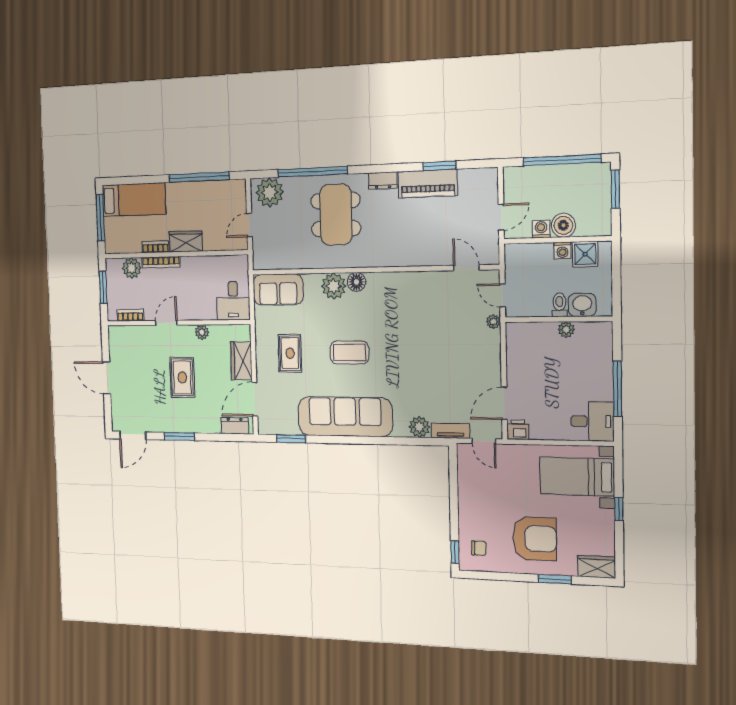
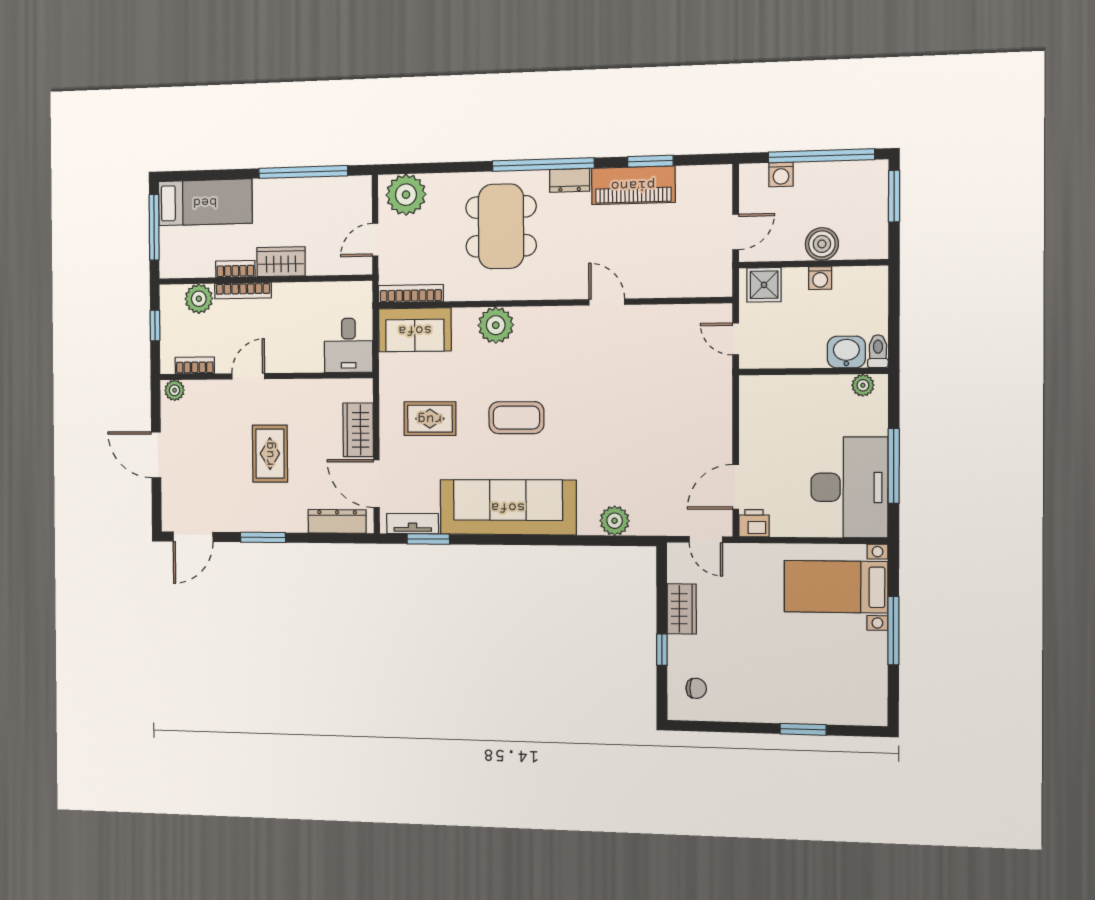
window: (313, 172) -> (543, 165), moved
washing machine: (541, 229) -> (781, 175), moved, turned 180
shower: (585, 254) -> (764, 285), moved
bookcase: (275, 264) -> (411, 294), added
door: (466, 268) -> (607, 302), moved
floor lamp: (356, 282) -> (529, 320), removed
window: (103, 287) -> (155, 325), width x0.67
toilet: (559, 305) -> (878, 351), moved
plant: (493, 322) -> (722, 375), removed
plant: (566, 330) -> (863, 385), moved
plant: (202, 332) -> (175, 390), moved
rug: (290, 353) -> (430, 419), turned 90
door: (255, 399) -> (377, 484), hinge flipped
desk: (592, 421) -> (849, 487), width x1.87, depth x1.30
dresser: (235, 426) -> (337, 521), width x1.44
tv unit: (450, 431) -> (413, 524), moved
window: (619, 509) -> (893, 631), width x2.17
armchair: (535, 539) -> (775, 674), removed
window: (455, 552) -> (662, 650), moved
wardrobe: (597, 567) -> (682, 609), moved, turned 90

